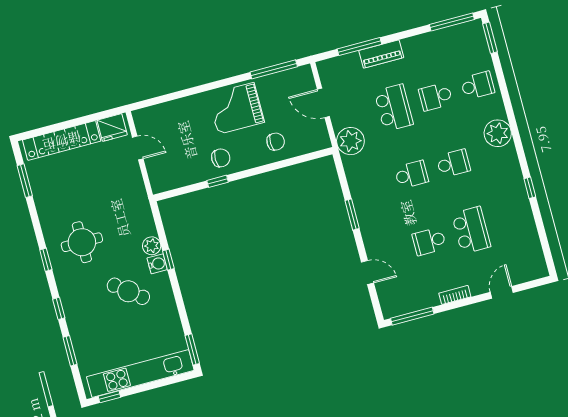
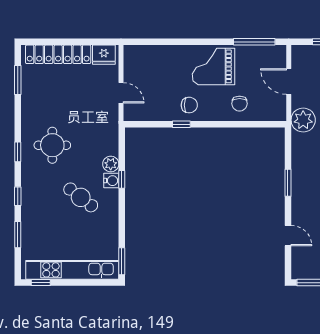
chair: (276, 142) -> (240, 104), turned 90
door: (138, 148) -> (121, 93), moved

